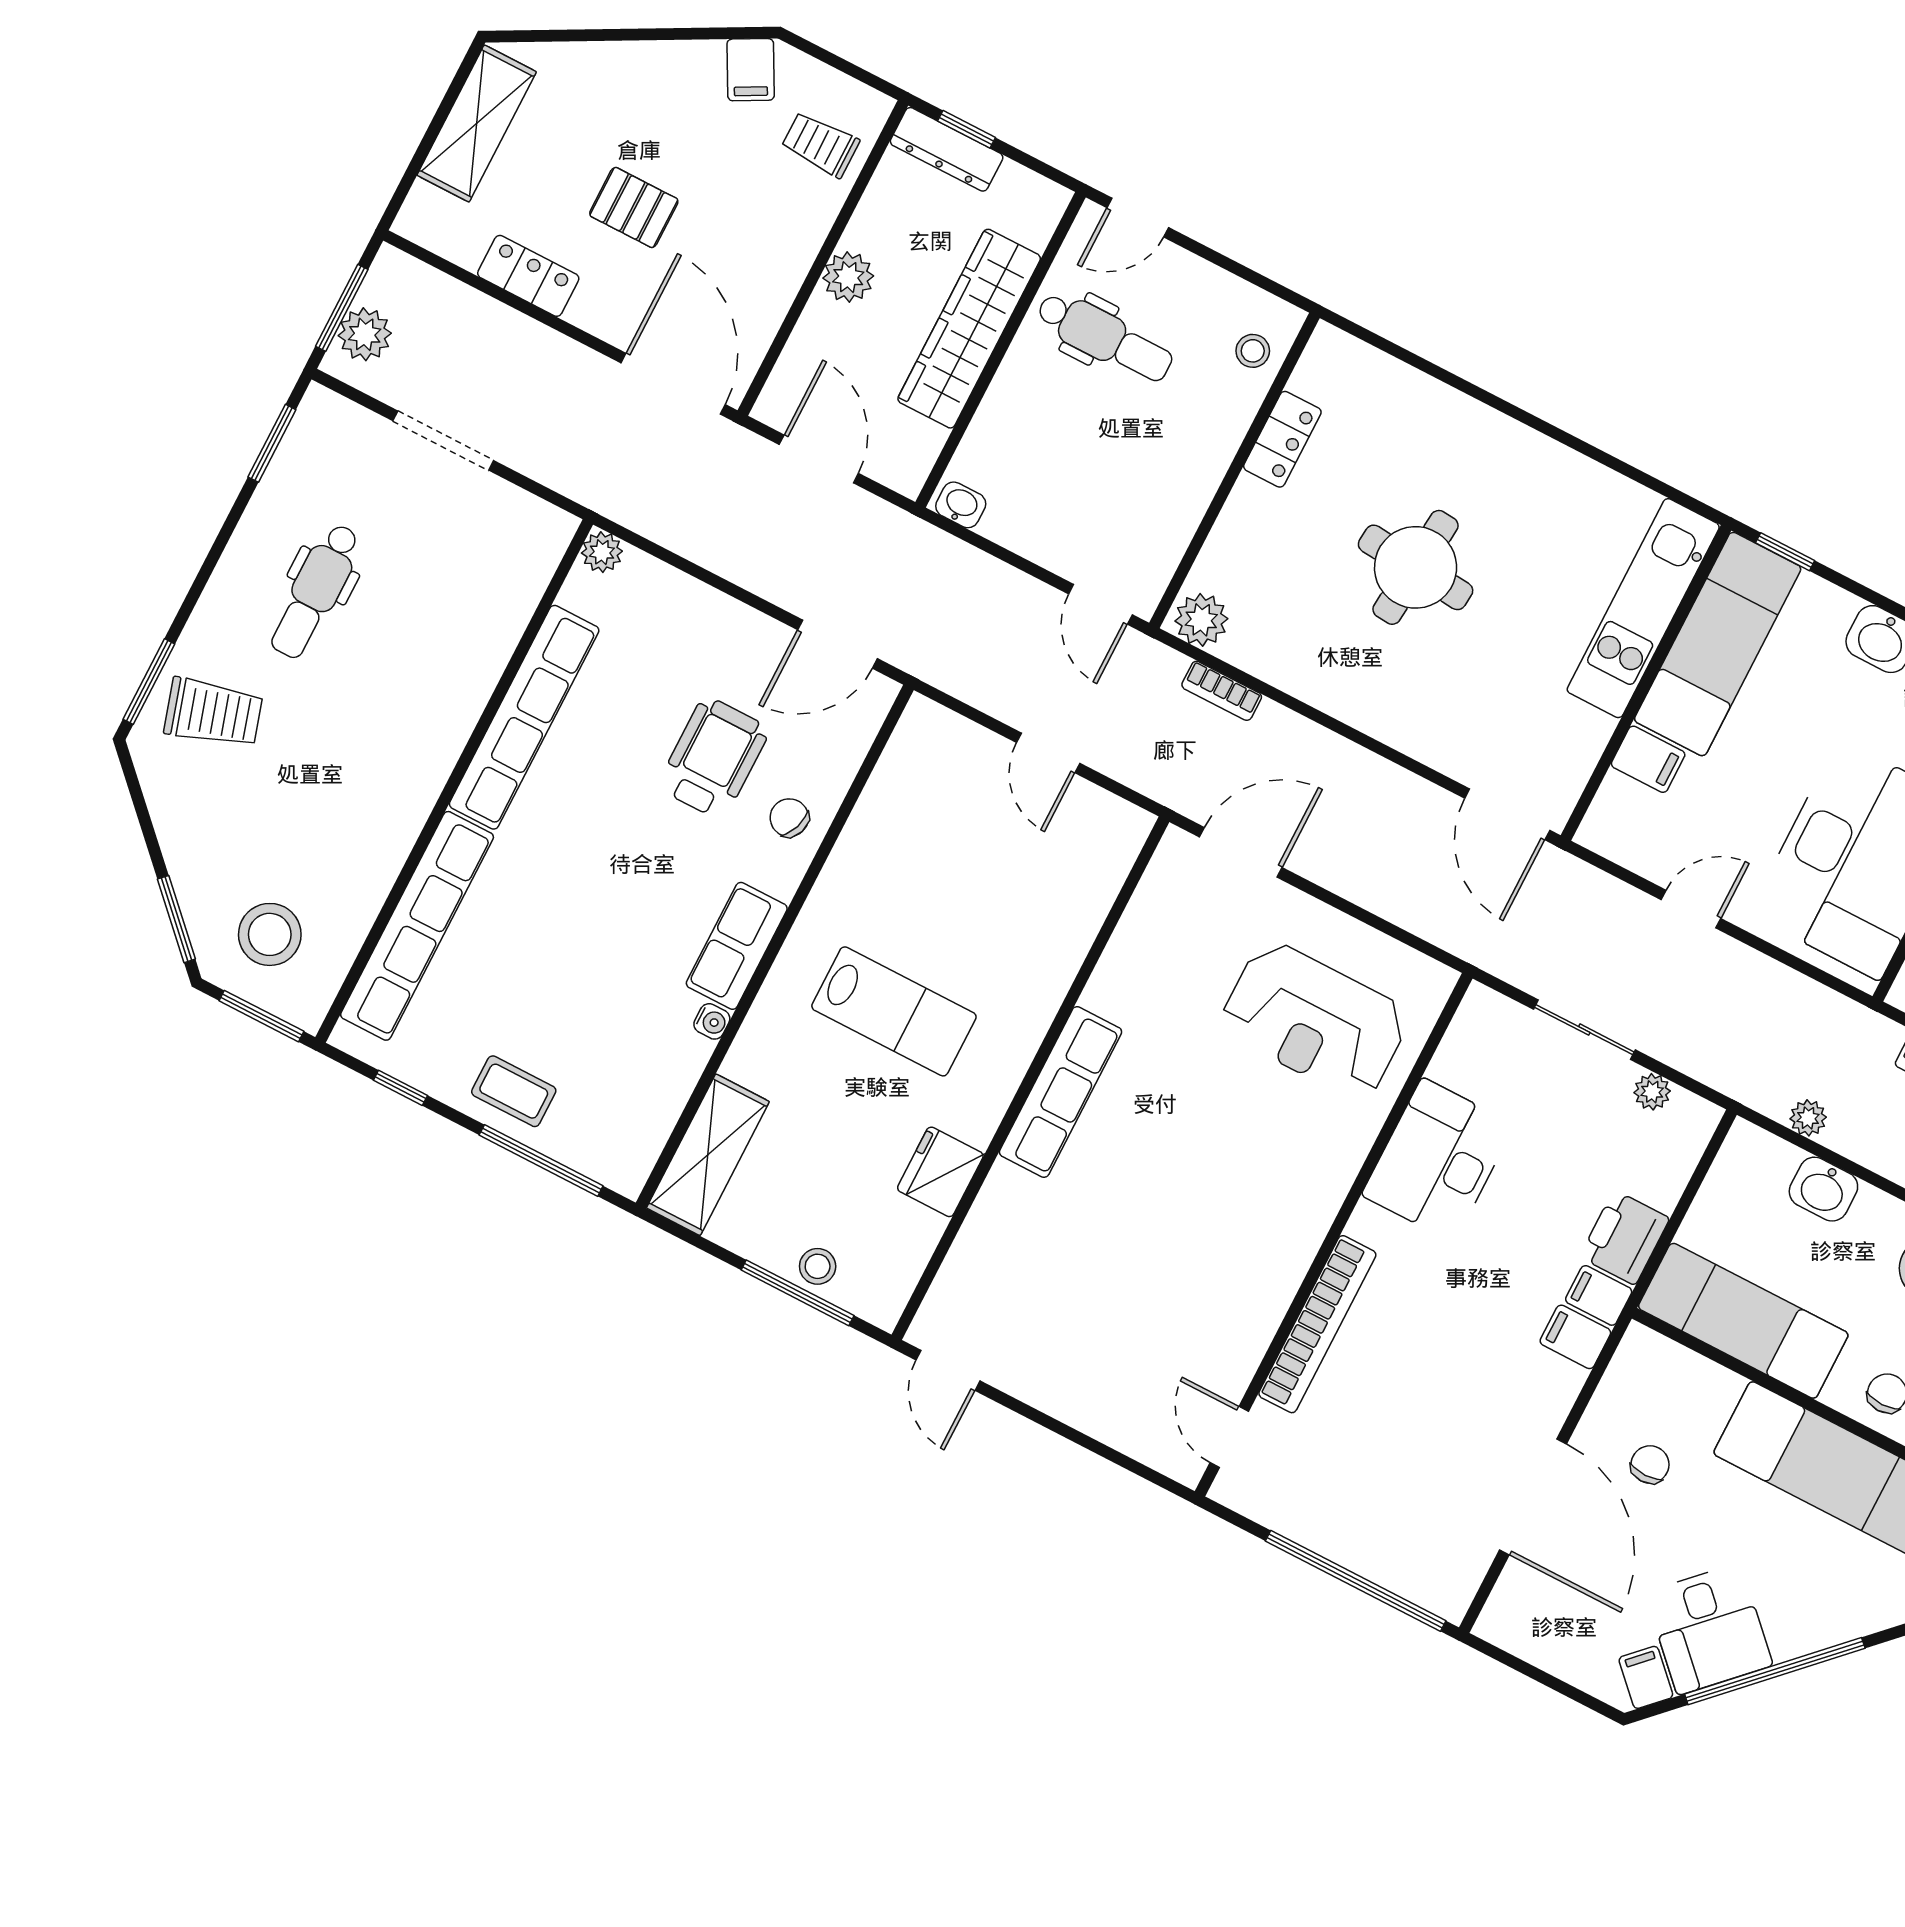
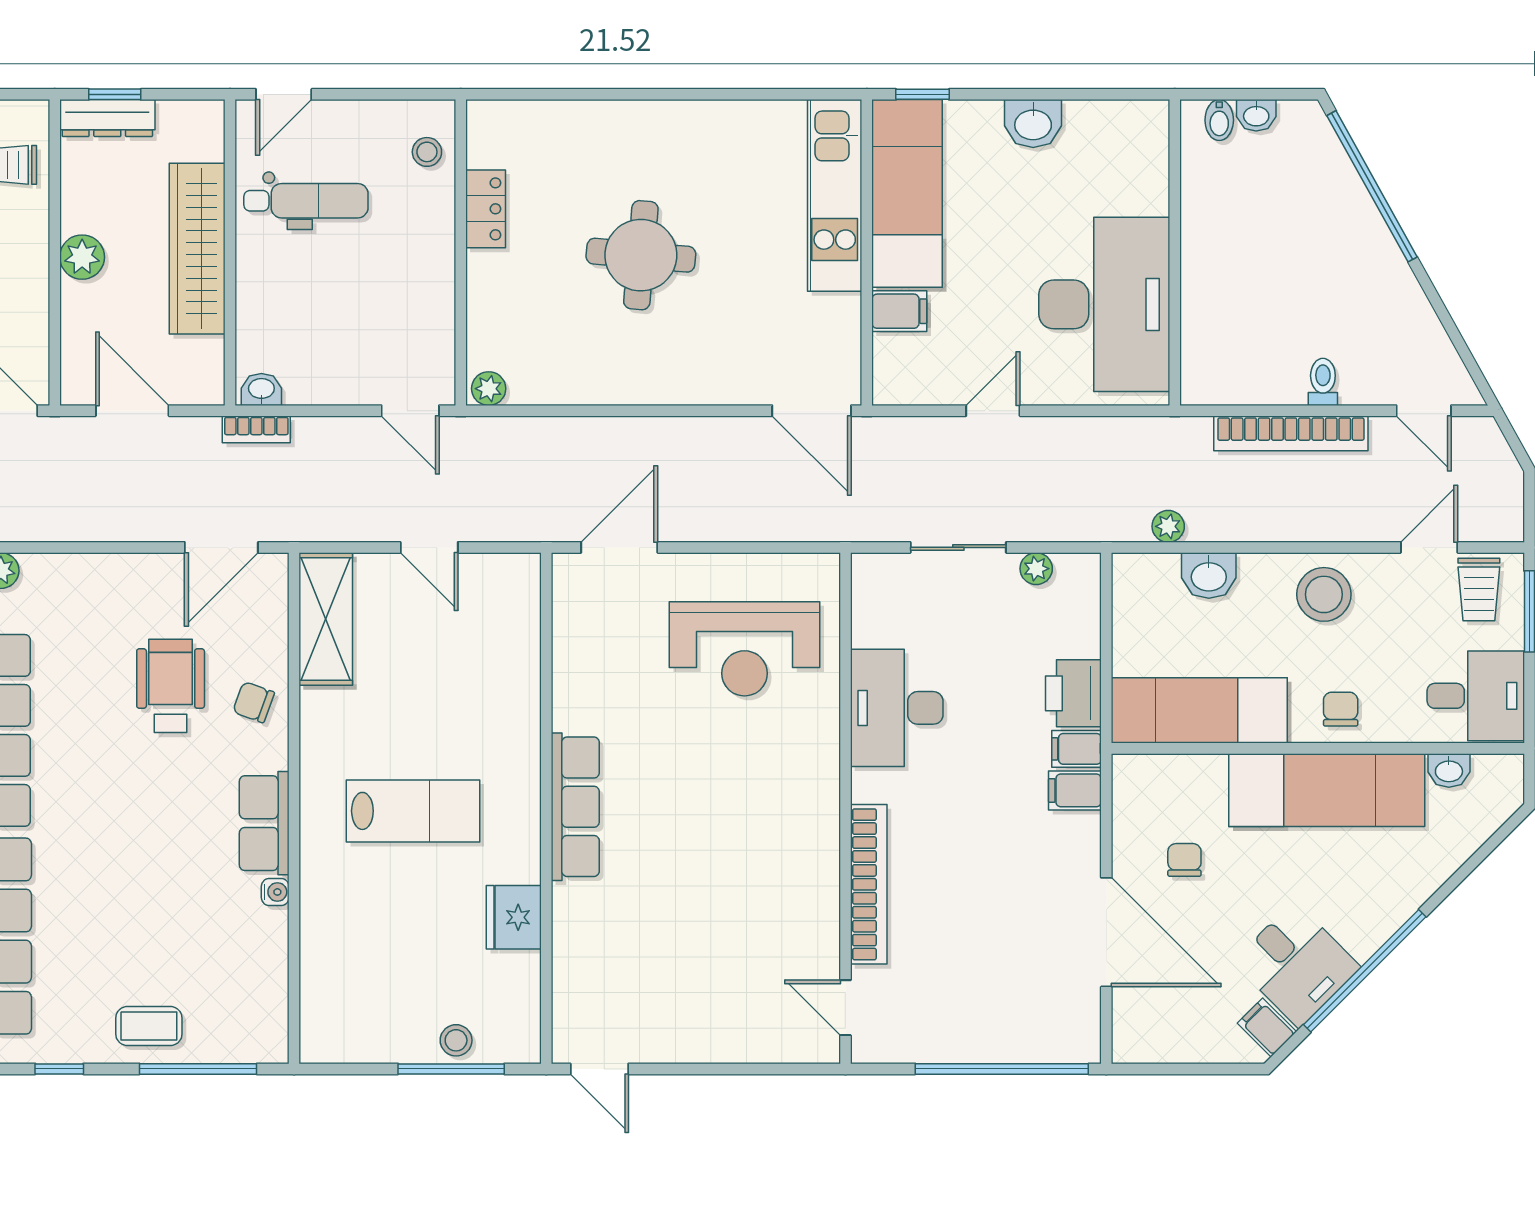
plant: (1201, 620) -> (489, 389), width x0.73, depth x0.73
bookcase: (1222, 691) -> (256, 429), moved
shelving: (708, 1155) -> (326, 619), moved

